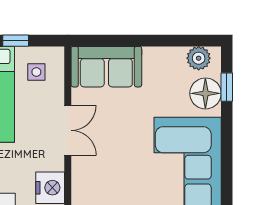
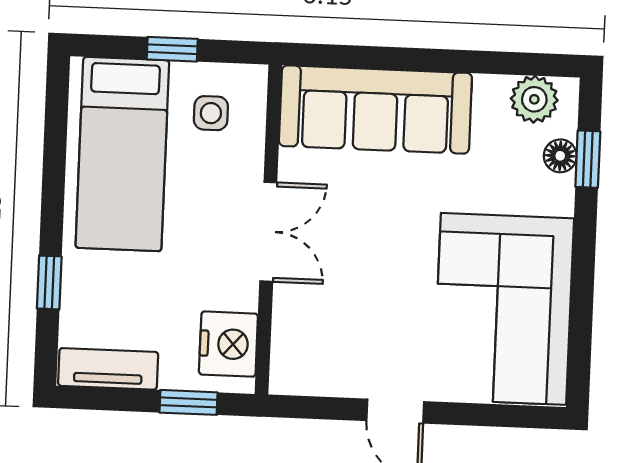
sofa: (106, 67) -> (375, 109), width x1.36
floor lamp: (205, 93) -> (560, 156), width x0.53, depth x0.53

